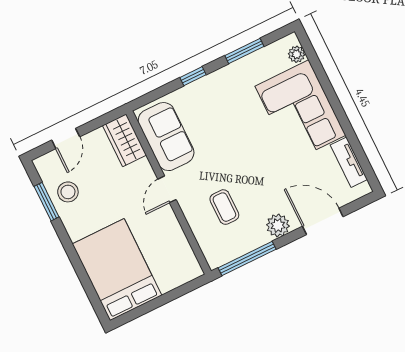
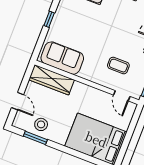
wardrobe: (124, 140) -> (52, 80), width x1.50
door: (167, 189) -> (122, 96), moved

